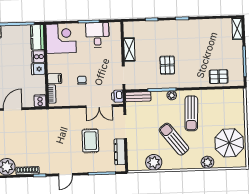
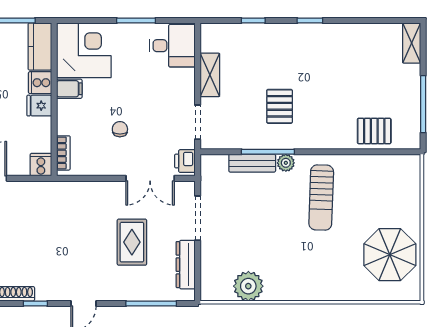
desk: (97, 35) -> (172, 46), moved, turned 90
filing cabinet: (55, 79) -> (69, 89), moved
bench: (138, 97) -> (252, 163), moved
sun lounger: (174, 139) -> (287, 244), removed
plant: (207, 162) -> (348, 289), removed

